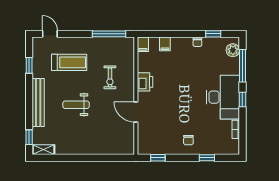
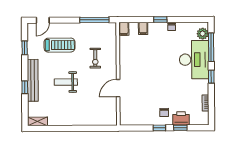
door: (50, 34) -> (43, 20), swing flipped
window: (213, 34) -> (160, 20), moved
printer: (145, 82) -> (181, 118), moved, turned -90
desk: (223, 97) -> (194, 60), moved
door: (136, 112) -> (118, 88), hinge flipped
window: (29, 137) -> (25, 87), moved
window: (158, 158) -> (159, 128), moved

